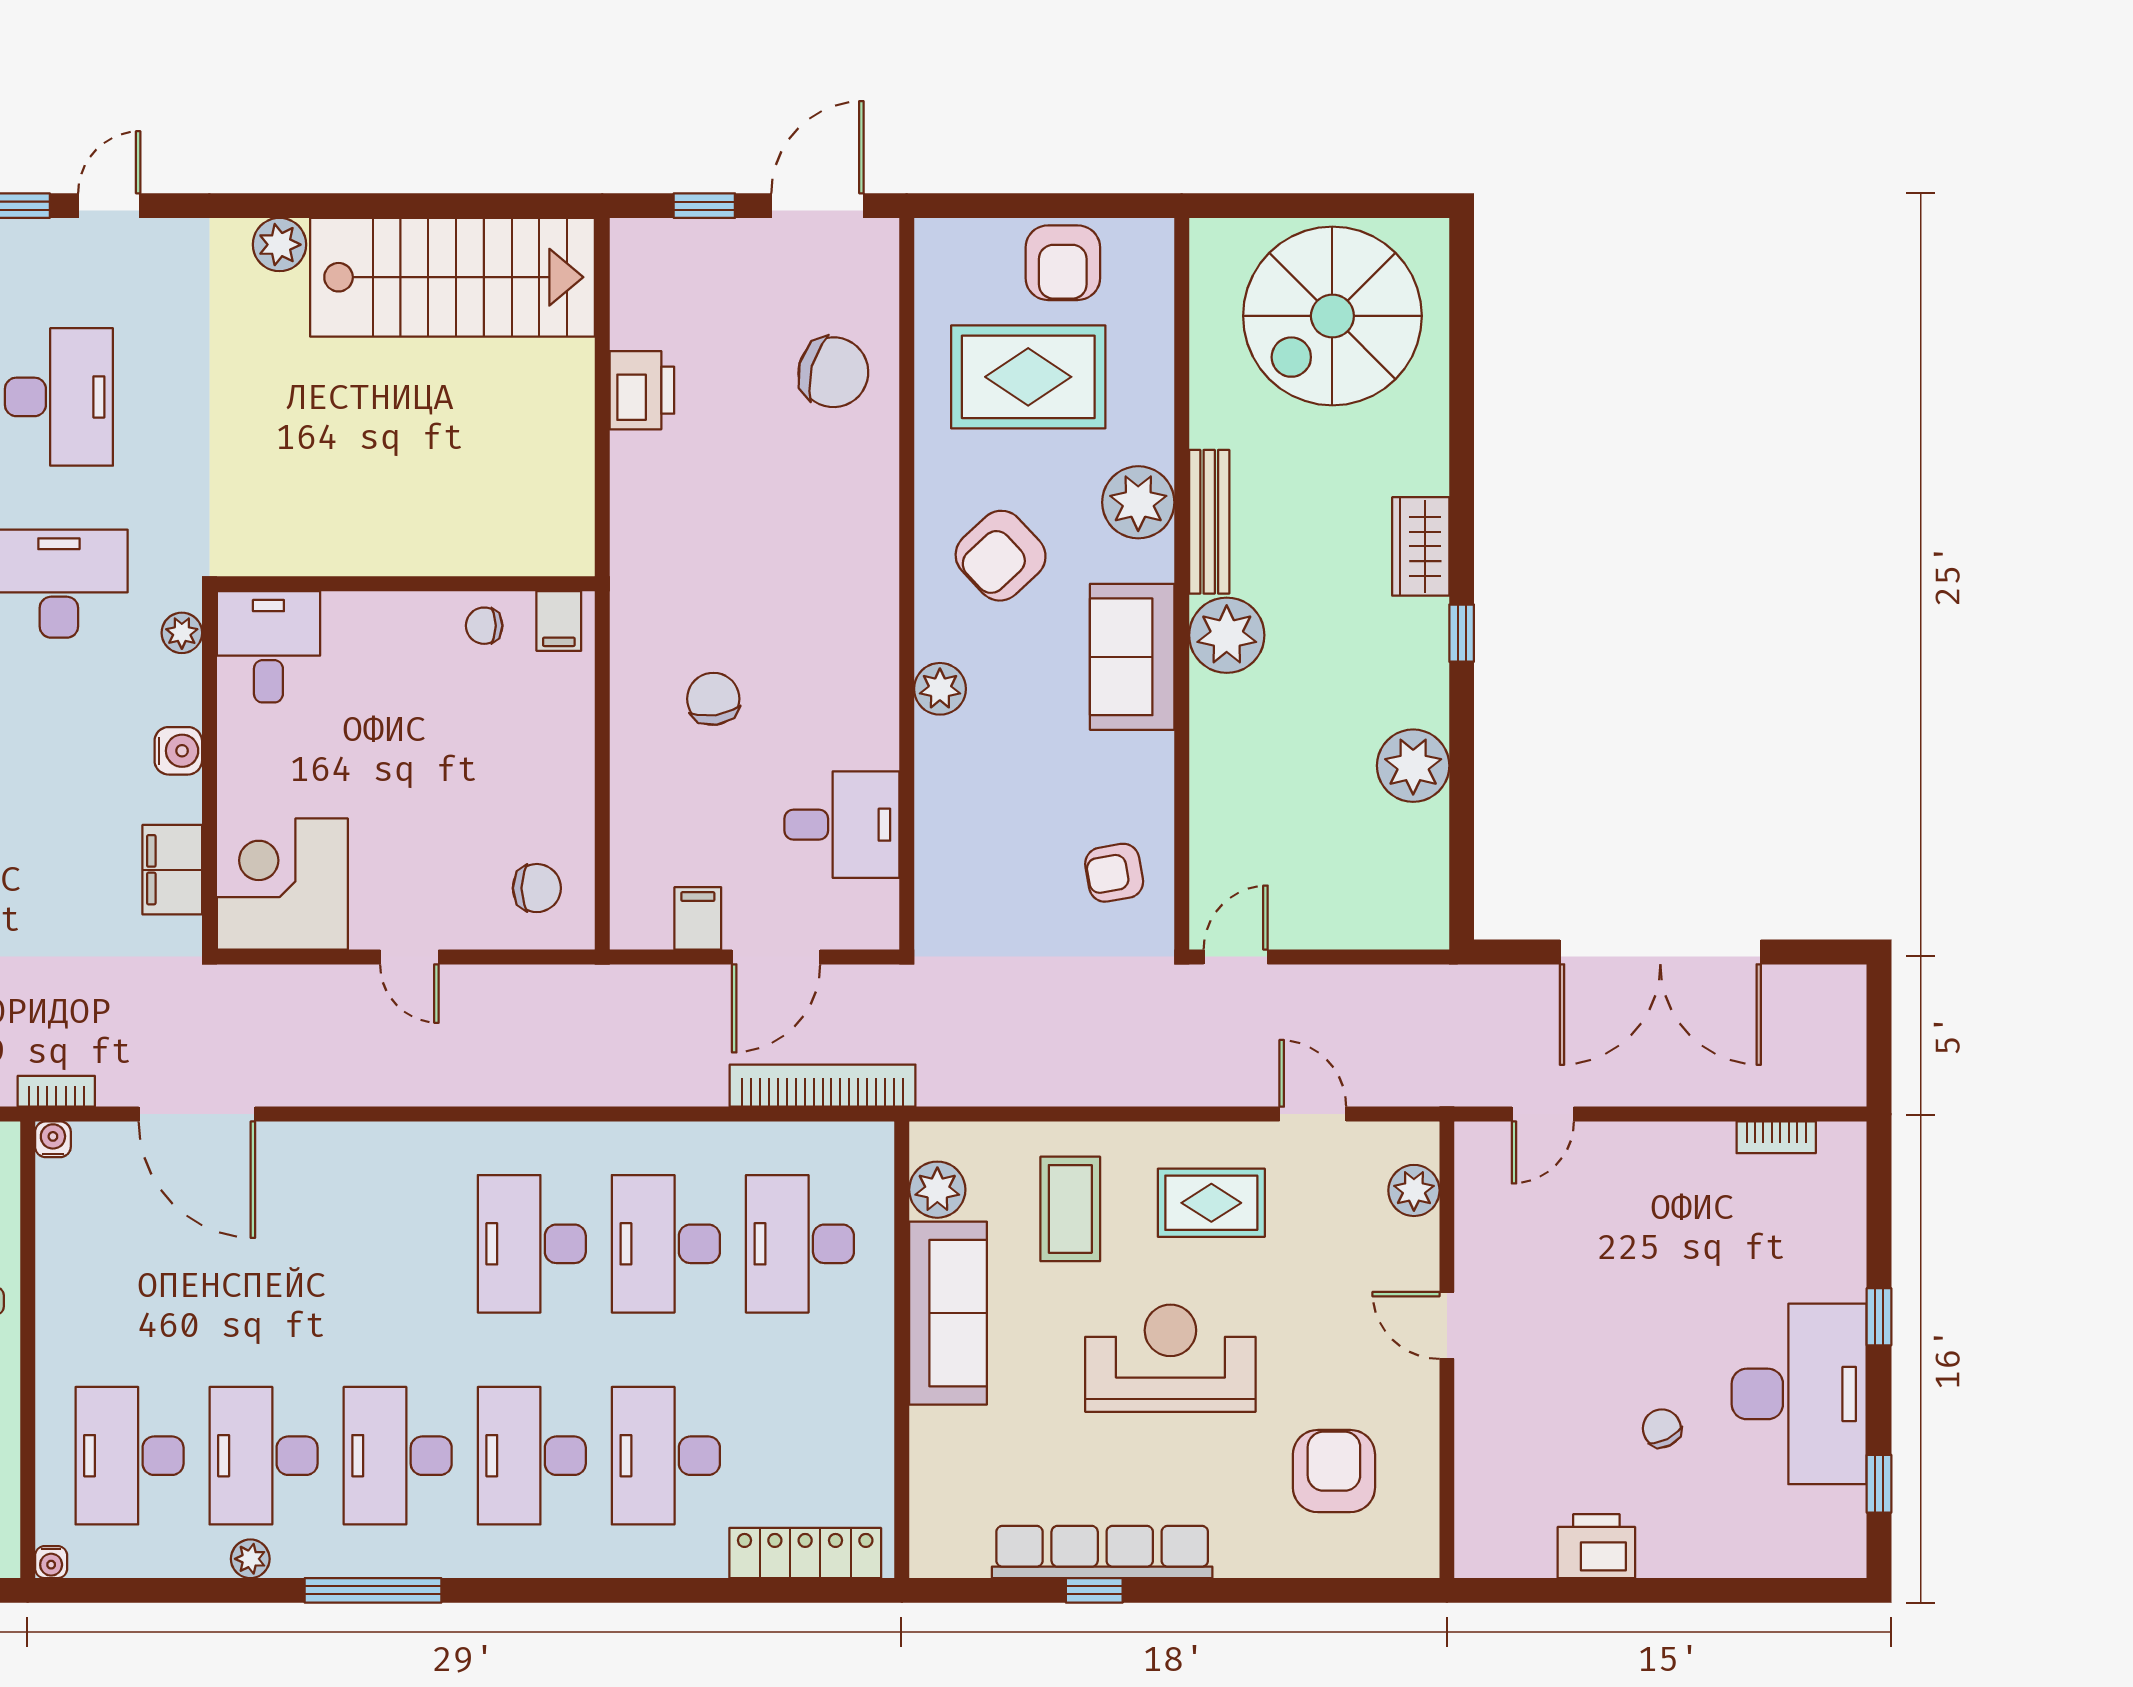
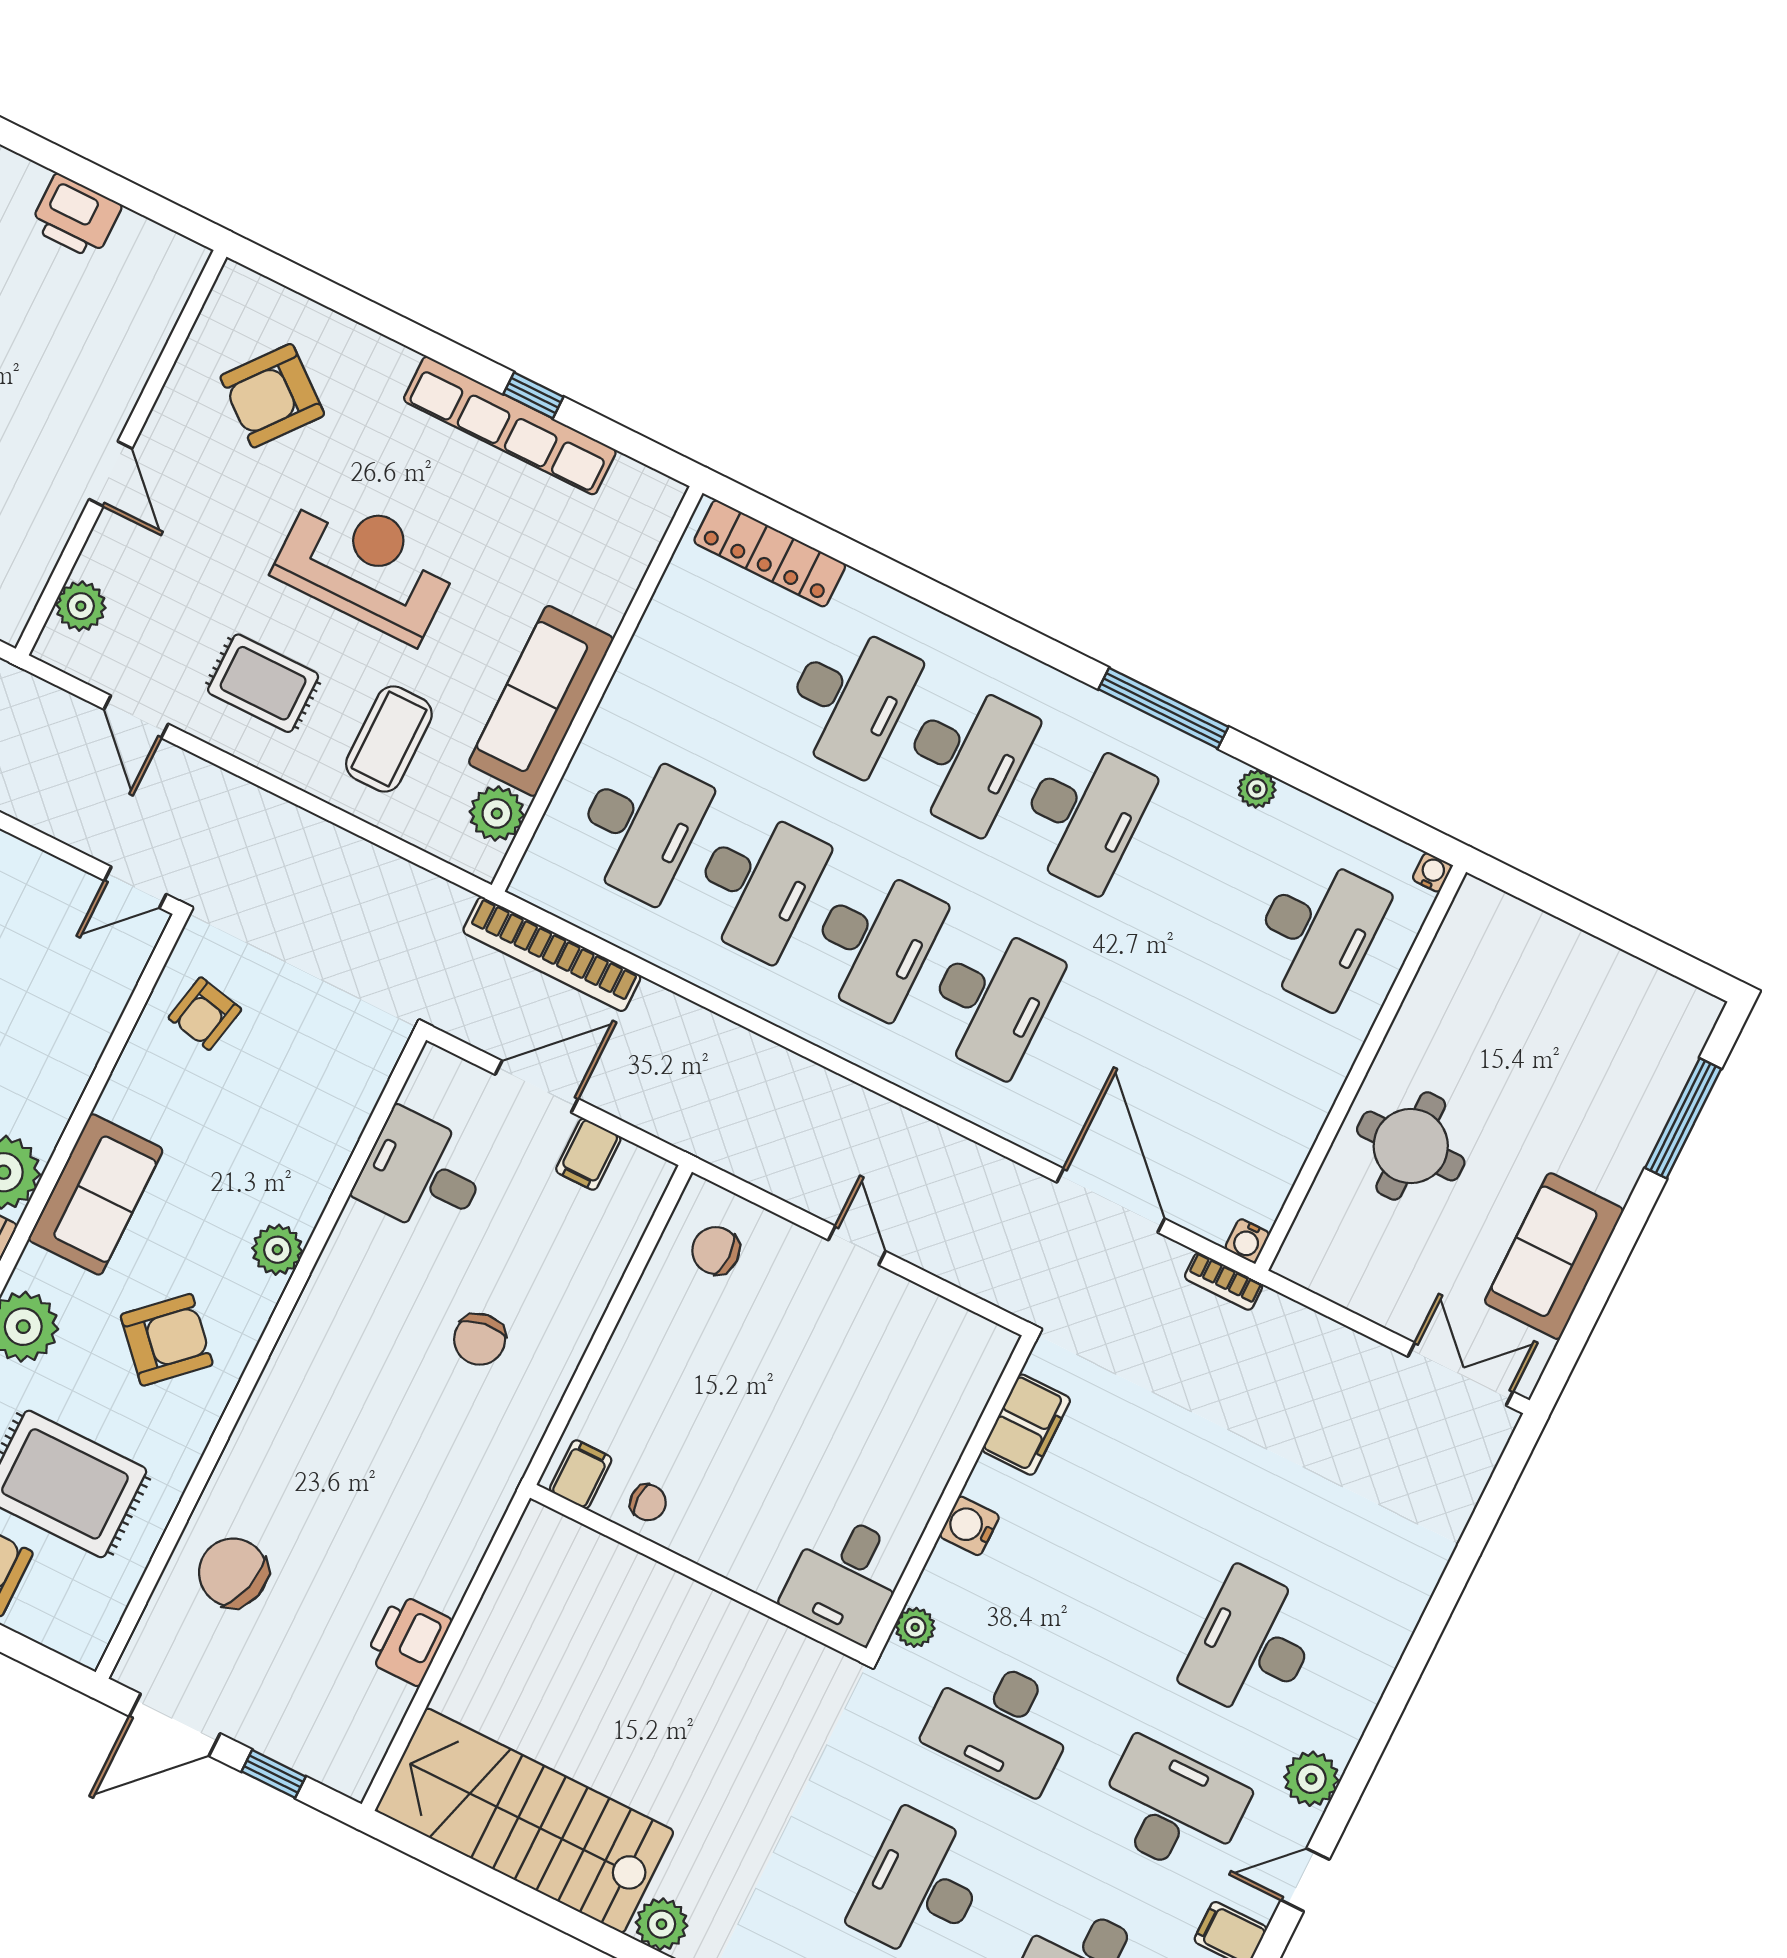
armchair: (1114, 873) -> (205, 1014), turned 112
corner desk: (282, 884) -> (936, 1364), removed
reception desk: (1170, 1358) -> (366, 565), turned 180
desk: (264, 1456) -> (992, 1000), moved
armchair: (1334, 1471) -> (272, 396), turned 39

